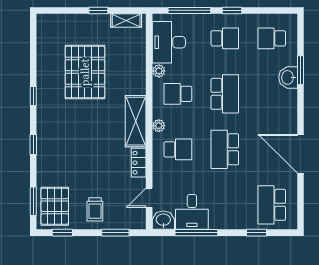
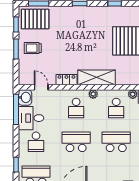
school desk: (178, 94) -> (116, 108), turned 180
school desk: (225, 94) -> (116, 142), turned 180
school desk: (225, 205) -> (36, 142), added
window: (115, 233) -> (16, 49), moved
window: (196, 233) -> (16, 109), moved

